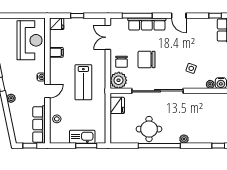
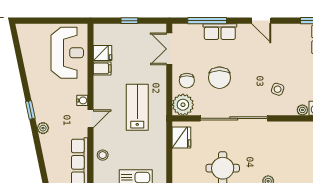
fridge: (57, 24) -> (102, 53), moved
row of seats: (147, 24) -> (220, 32), width x0.68
chair: (147, 59) -> (219, 78), turned -90
lab bench: (83, 82) -> (137, 107), turned 180

